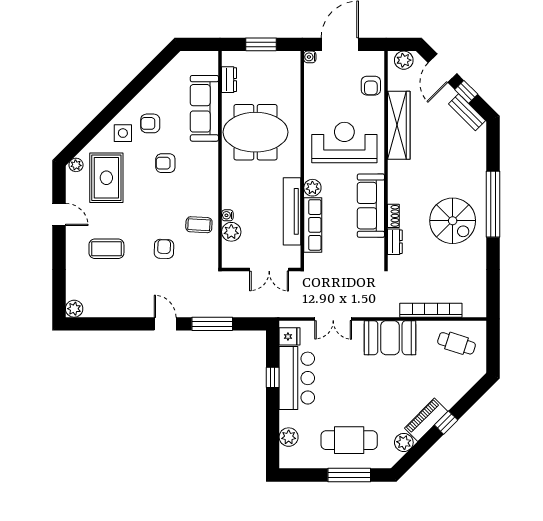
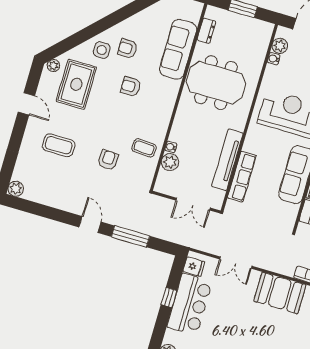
water cooler: (310, 57) -> (274, 59), moved
plant: (312, 188) -> (280, 46), moved

